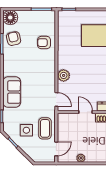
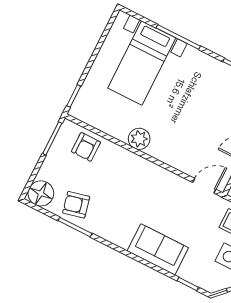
armchair: (44, 43) -> (86, 147), moved
plant: (64, 75) -> (139, 139), moved

